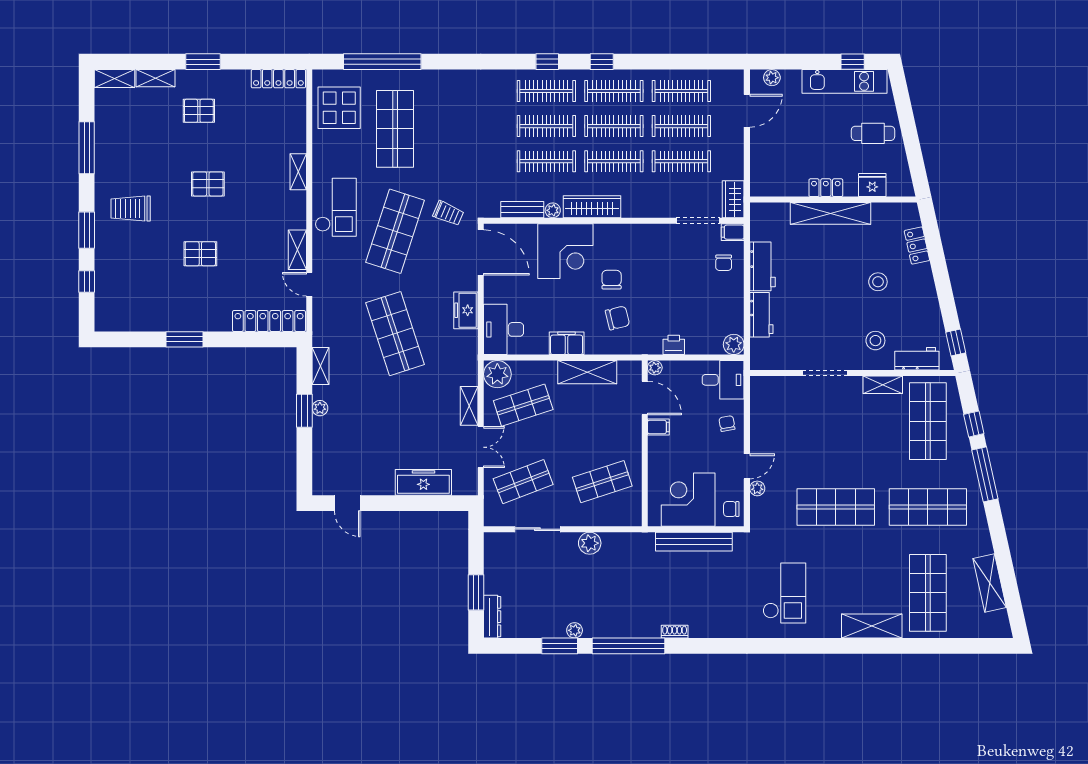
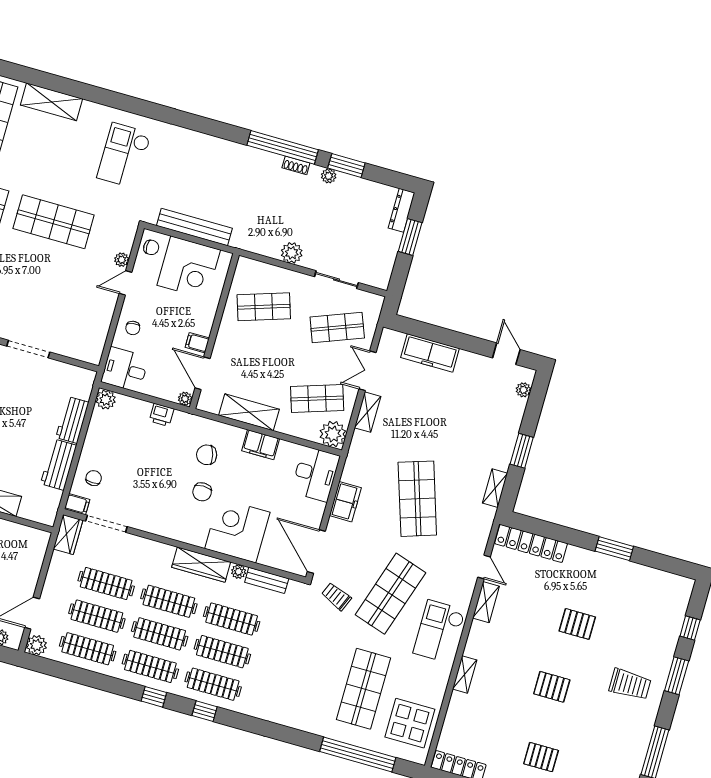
plant: (733, 80) -> (36, 645), added
plant: (320, 408) -> (523, 390), moved
shoe rack: (675, 632) -> (296, 165), moved

